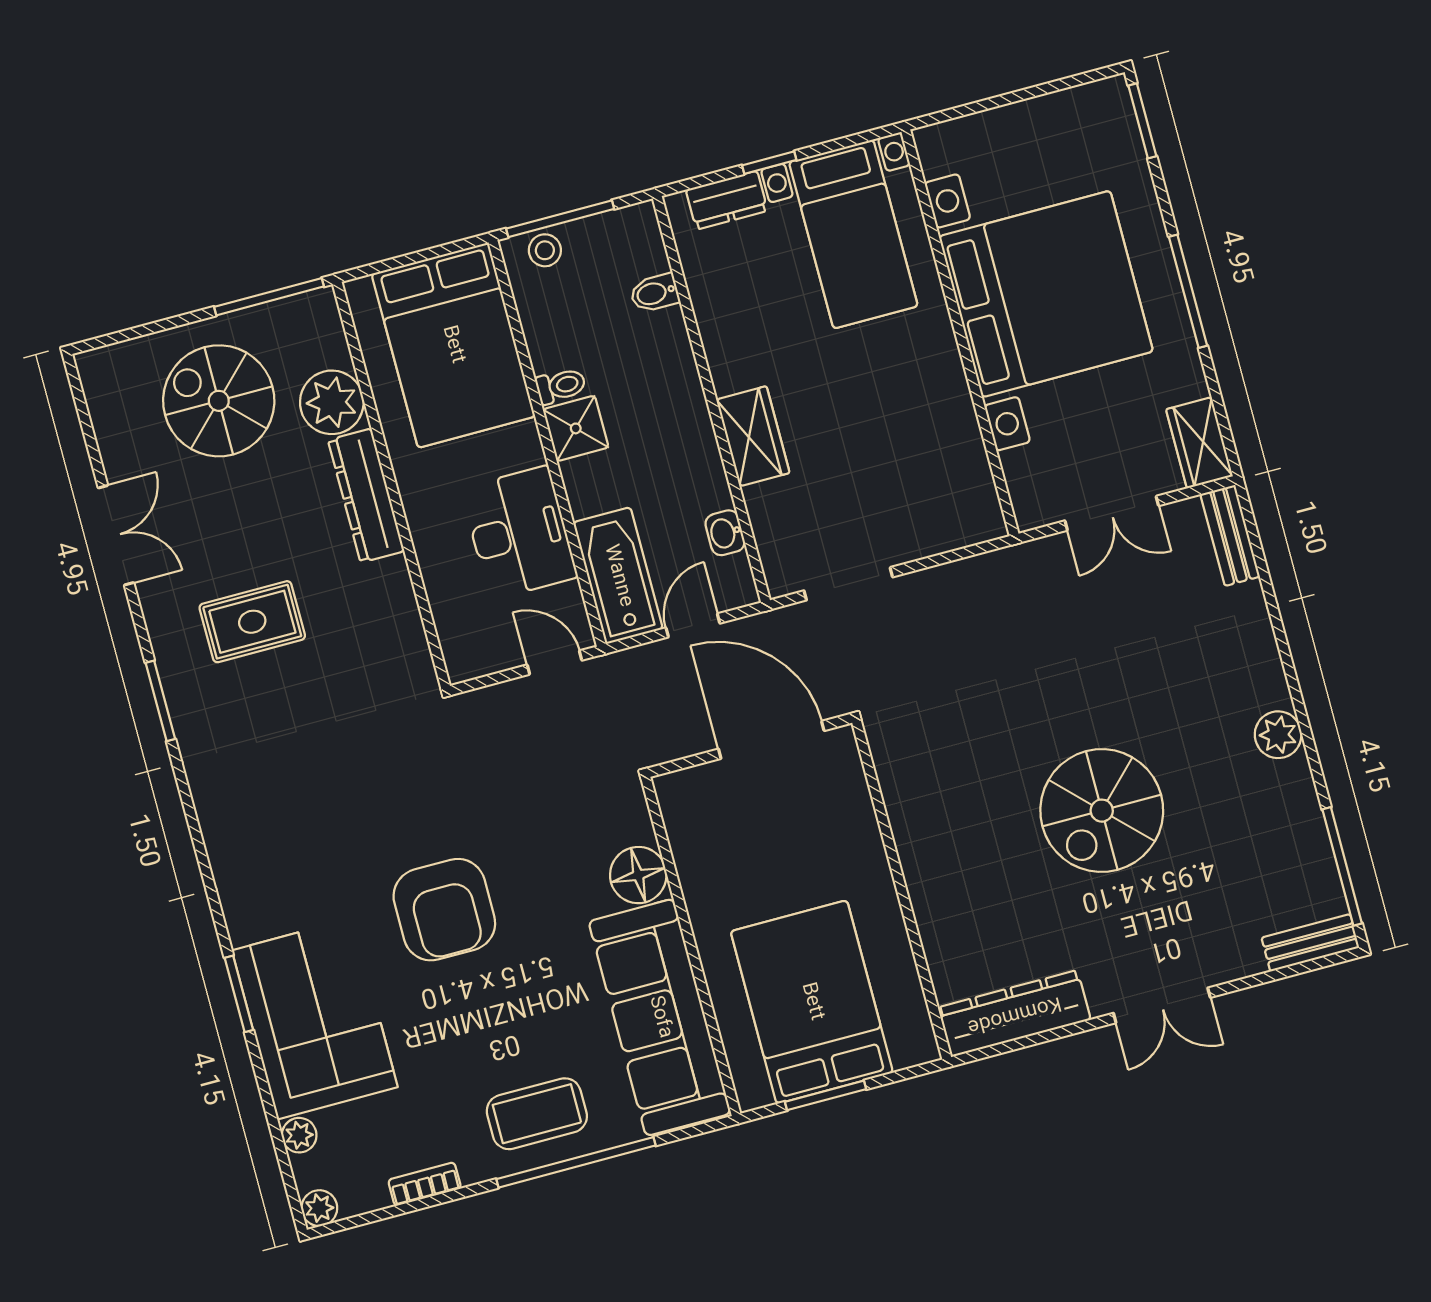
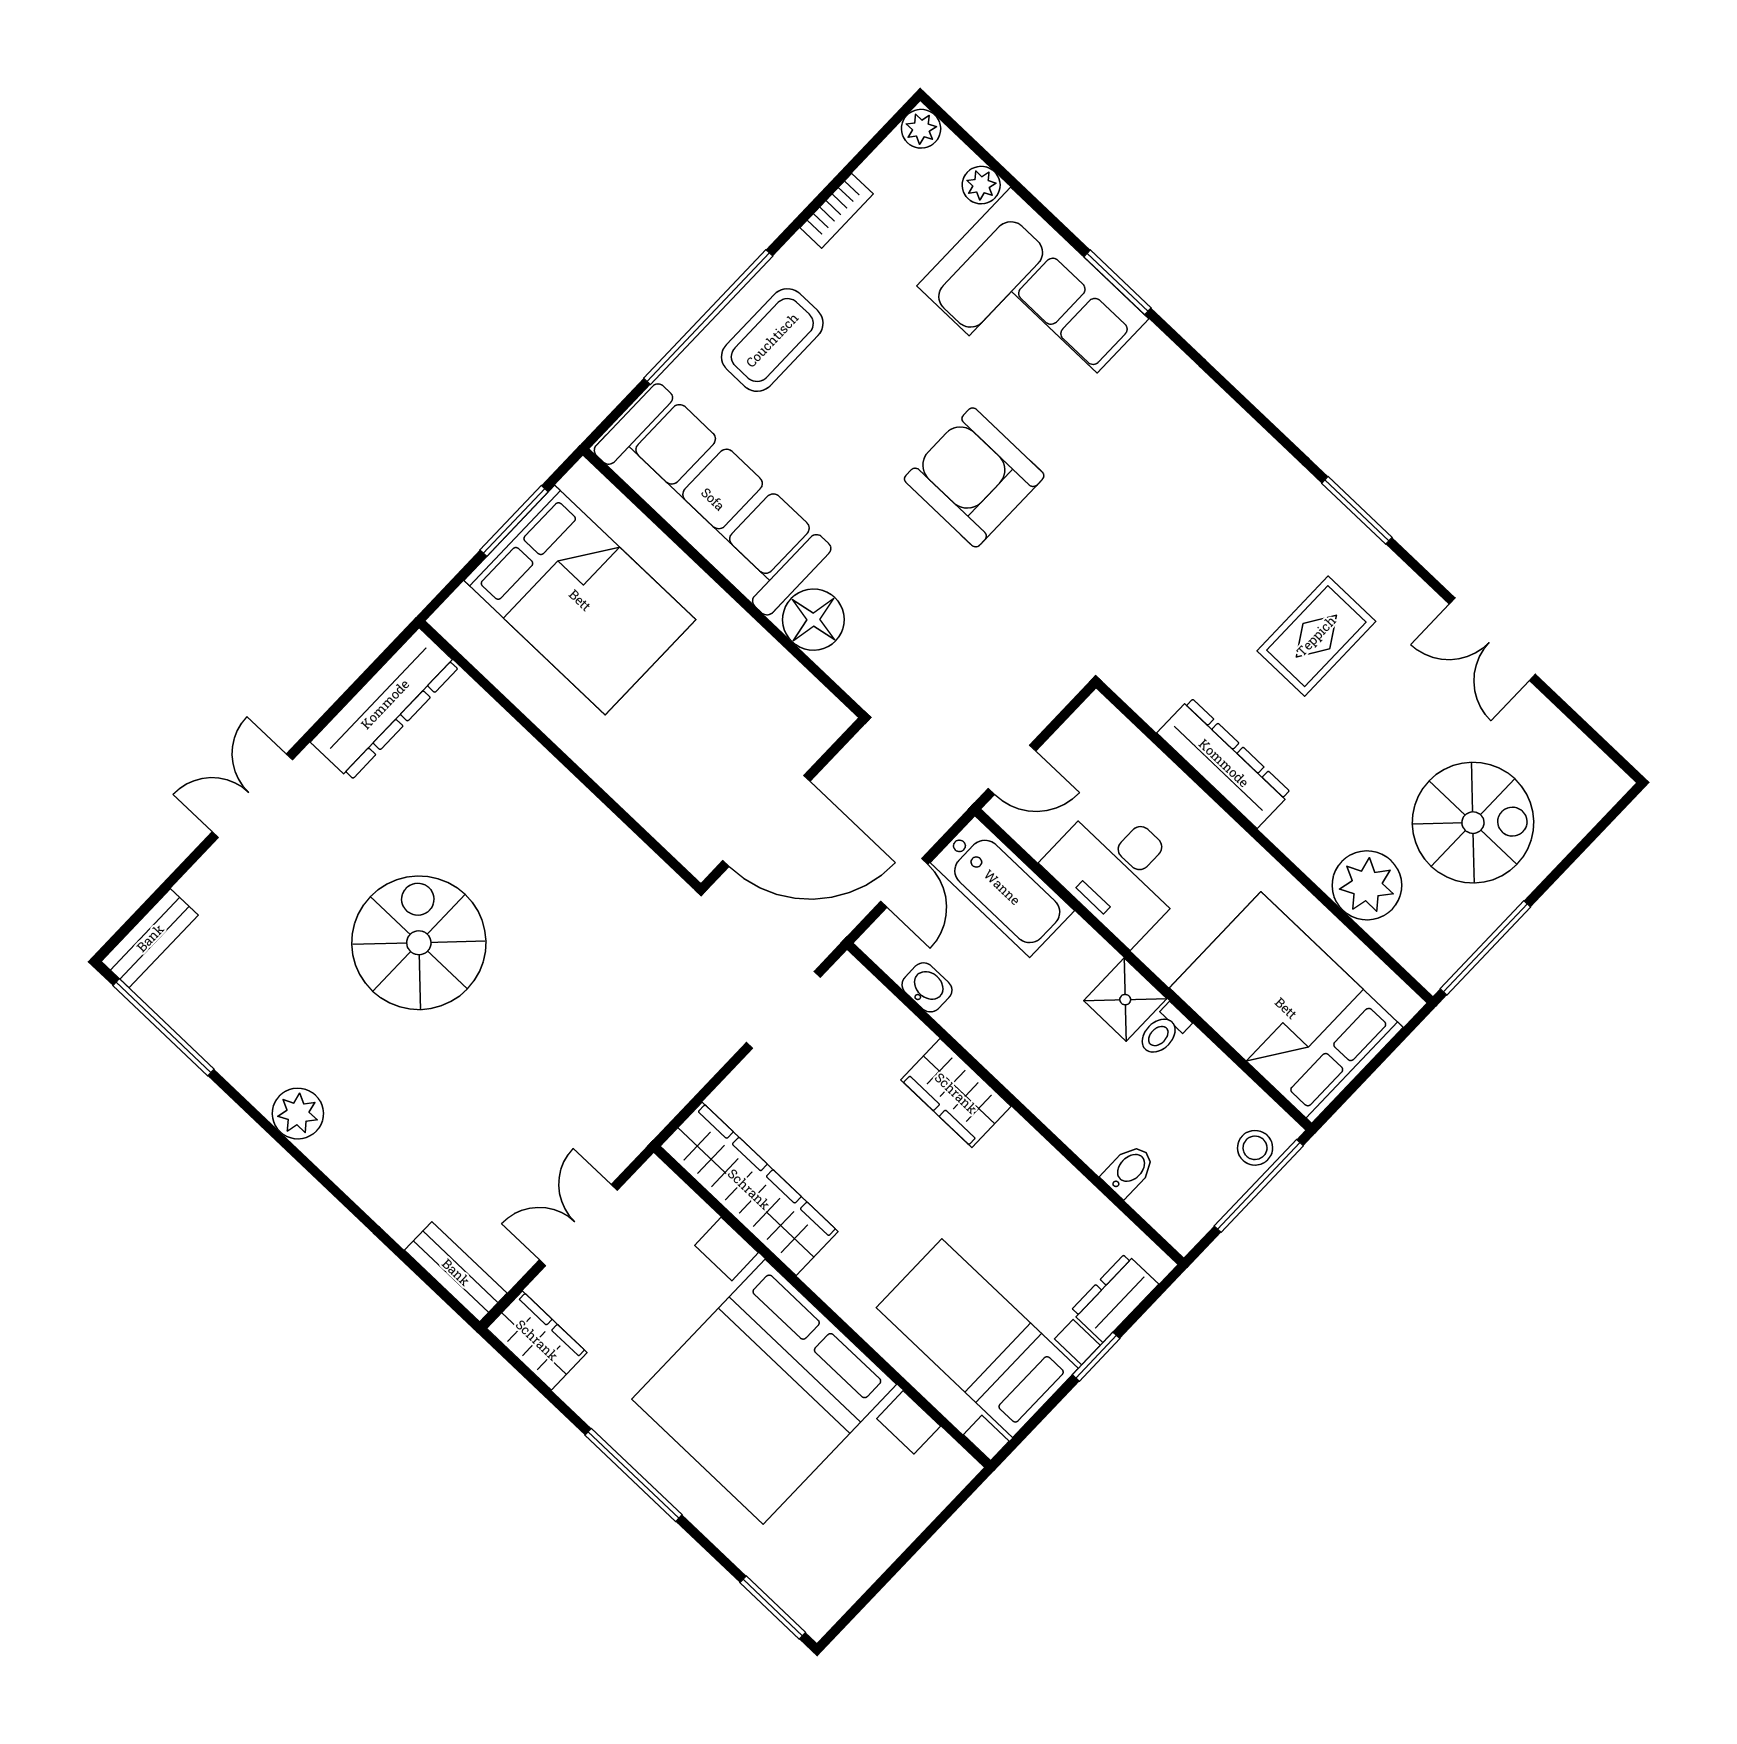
wardrobe: (961, 460) -> (749, 1189), added
dresser: (366, 496) -> (1224, 763), moved

